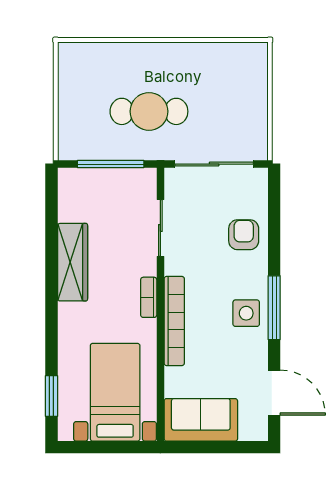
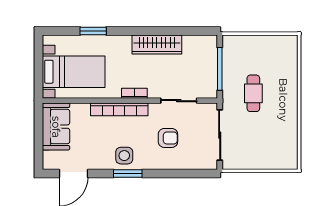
cafe table: (149, 111) -> (253, 93), width x0.73, depth x0.74
armchair: (244, 235) -> (168, 138), moved
window: (274, 308) -> (128, 173), width x0.69
window: (51, 396) -> (93, 31), moved

